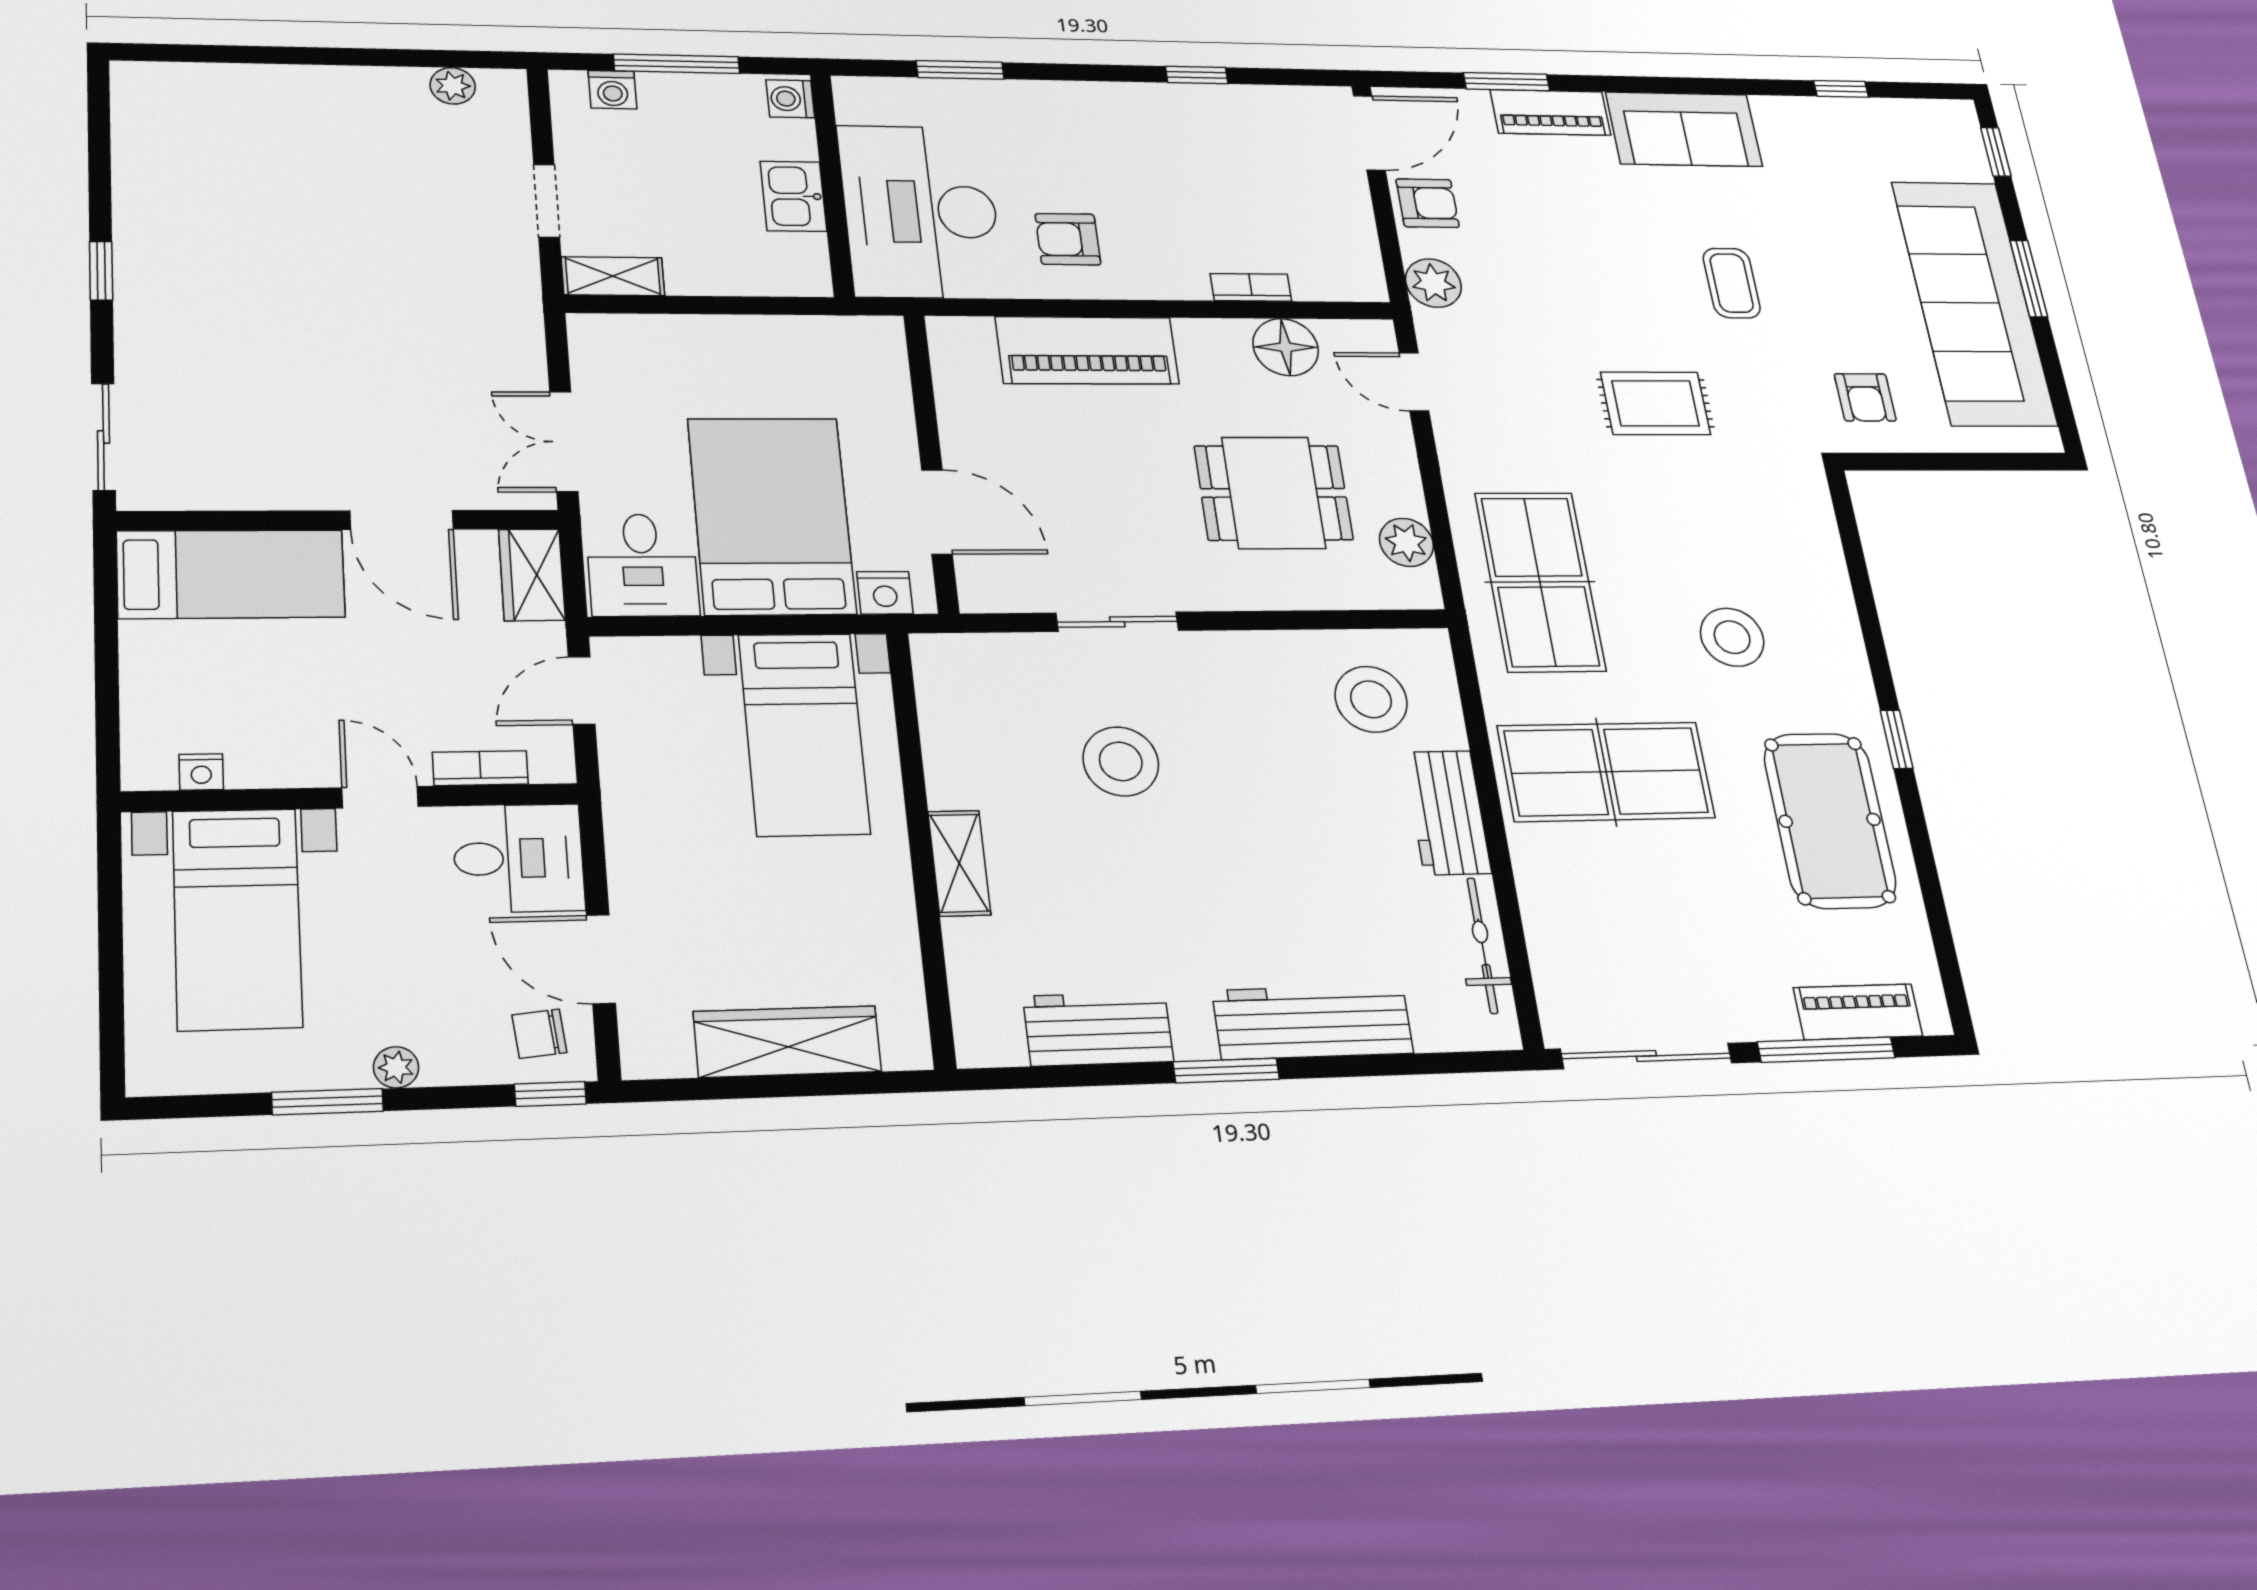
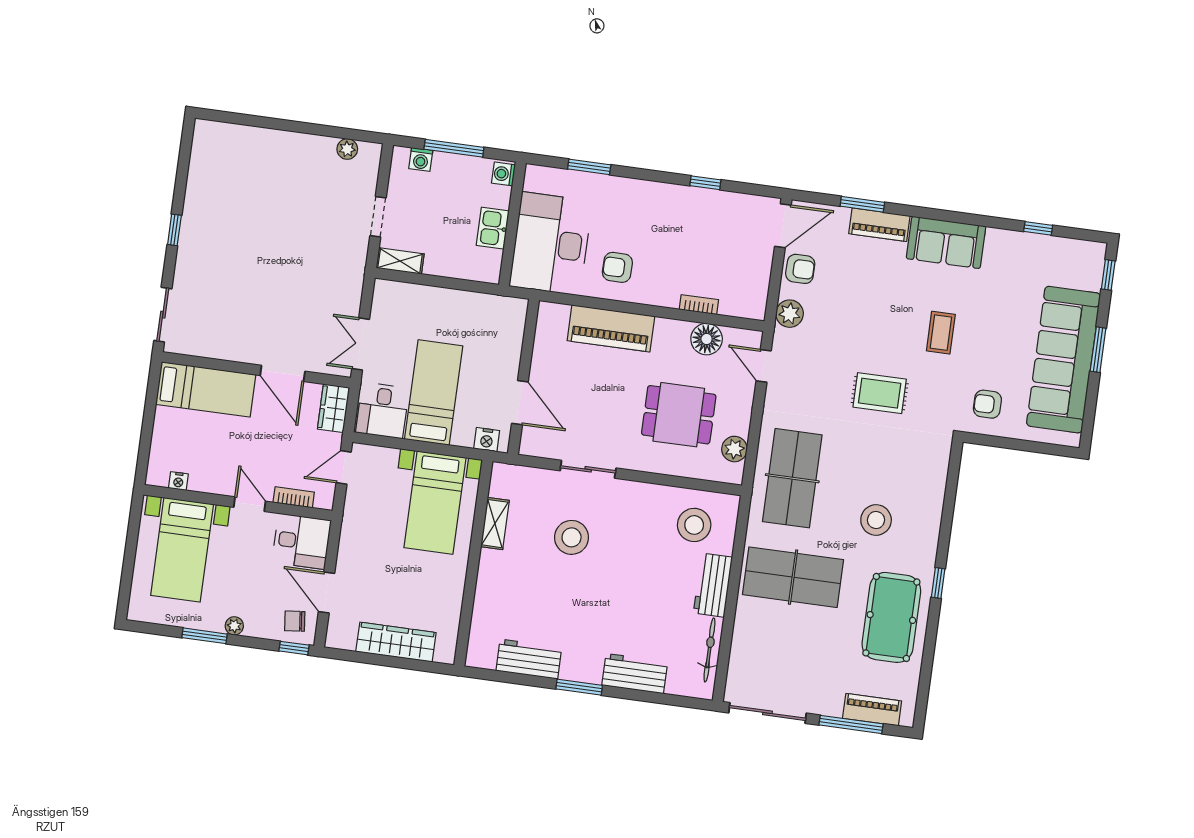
armchair: (1865, 397) -> (987, 404), turned 90
bed: (771, 516) -> (434, 393), width x0.67
shelving: (959, 863) -> (495, 524), moved
workbench: (1313, 1022) -> (635, 674), width x0.73

